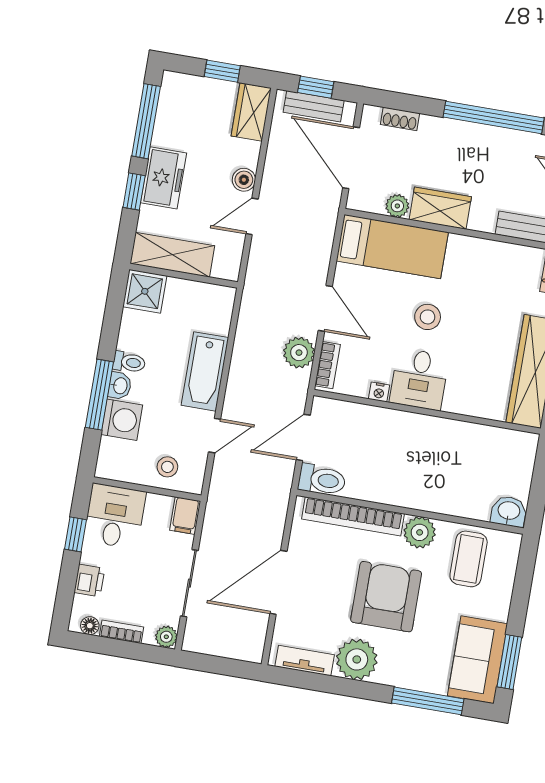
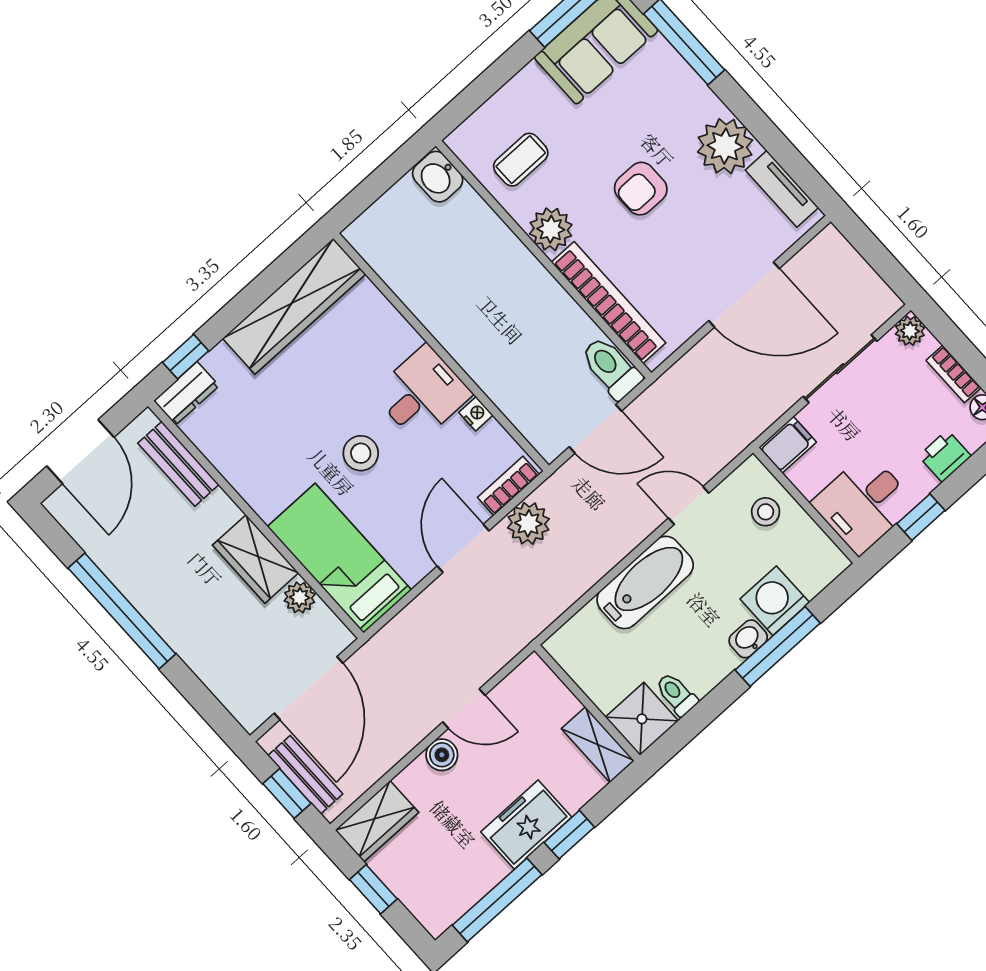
shoe rack: (400, 119) -> (223, 688), removed
shelving: (172, 255) -> (598, 745), width x0.67, depth x0.75
toilet: (129, 362) -> (676, 694), moved
coffee table: (469, 559) -> (521, 160), width x0.73, depth x0.77
armchair: (386, 597) -> (641, 189), width x0.53, depth x0.53

